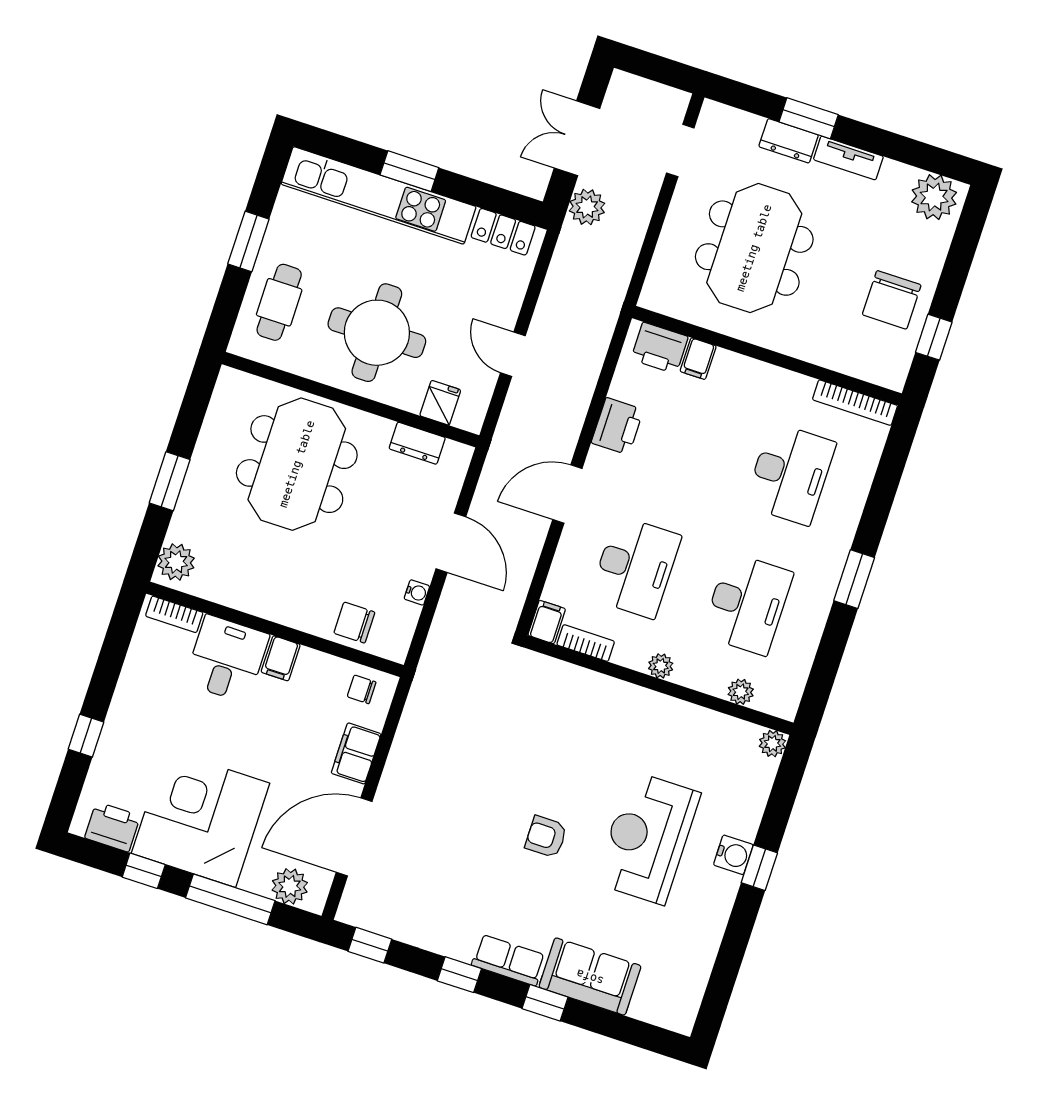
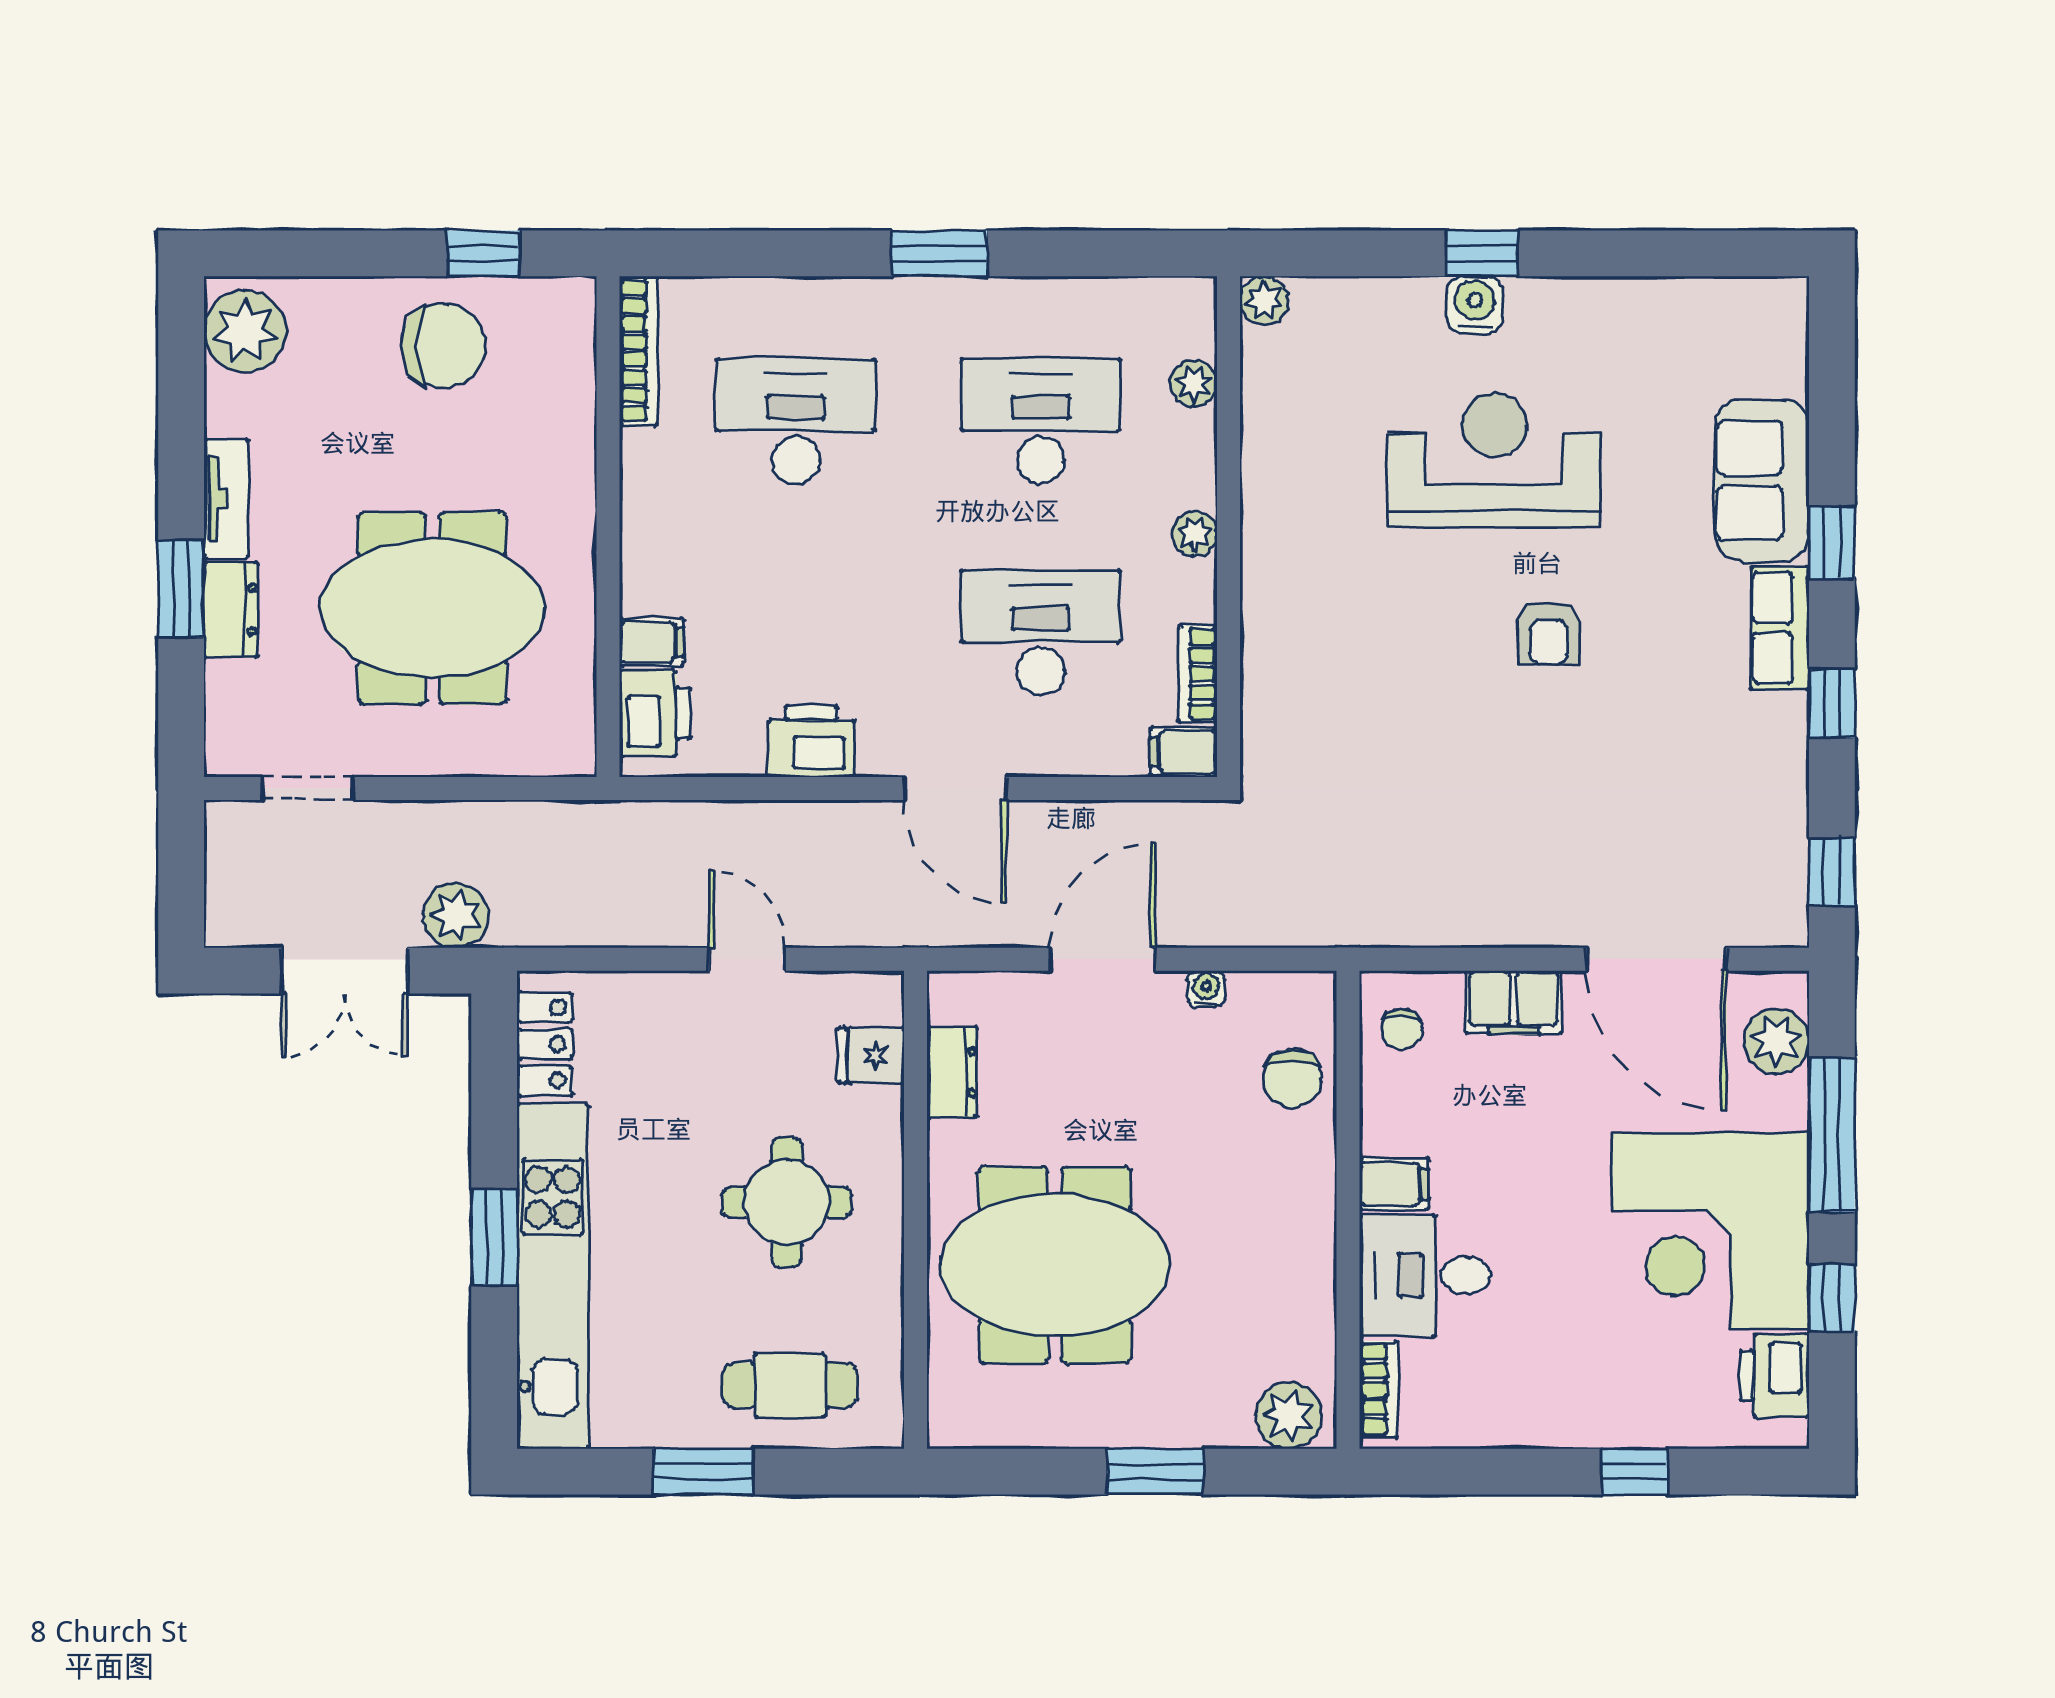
round table: (377, 333) -> (787, 1202), width x0.73, depth x0.73
door: (513, 354) -> (747, 959), swing flipped
reception desk: (648, 838) -> (1494, 460), turned 180

